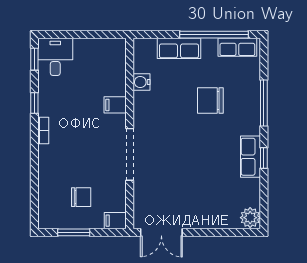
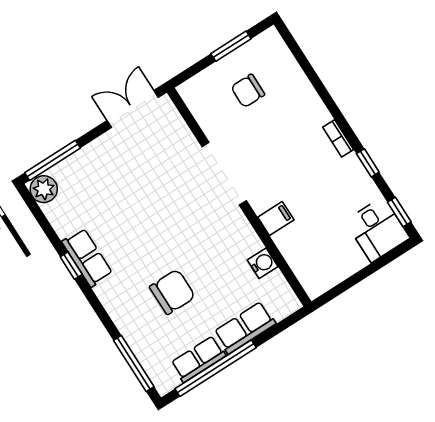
row of seats: (237, 47) -> (198, 359), moved
window: (264, 103) -> (134, 363), moved
filing cabinet: (115, 221) -> (193, 89), removed
window: (233, 232) -> (52, 160), added

